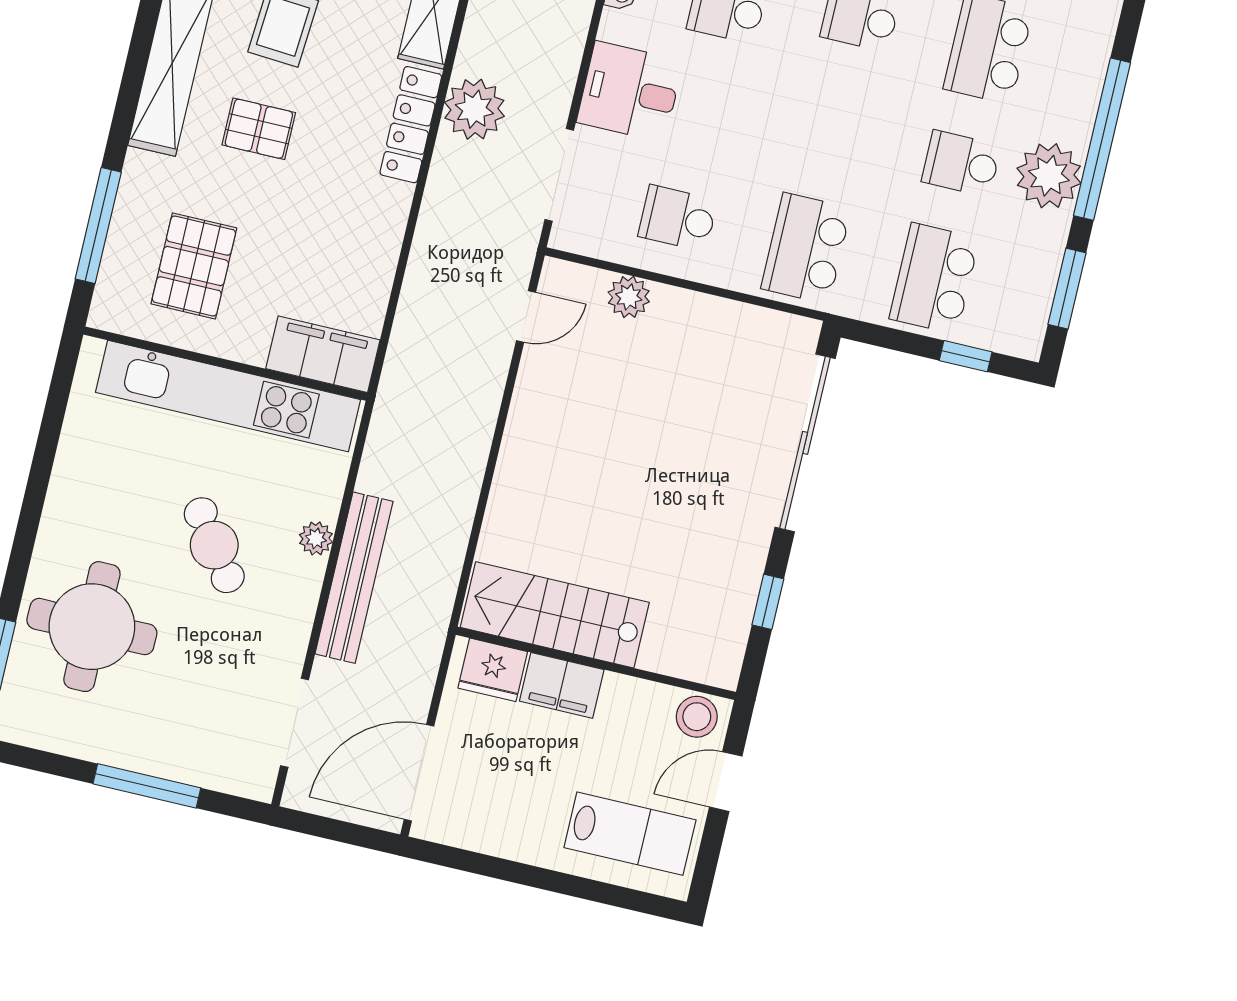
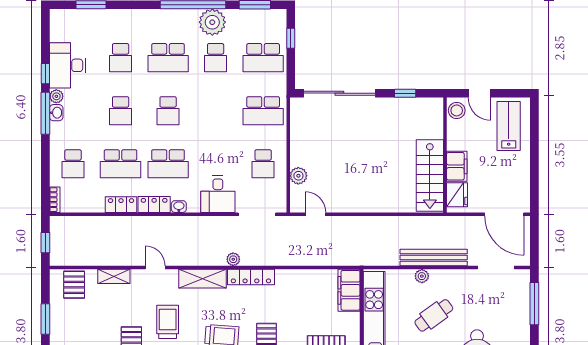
plant: (474, 109) -> (233, 259), width x0.53, depth x0.53
window: (147, 786) -> (534, 304), moved

